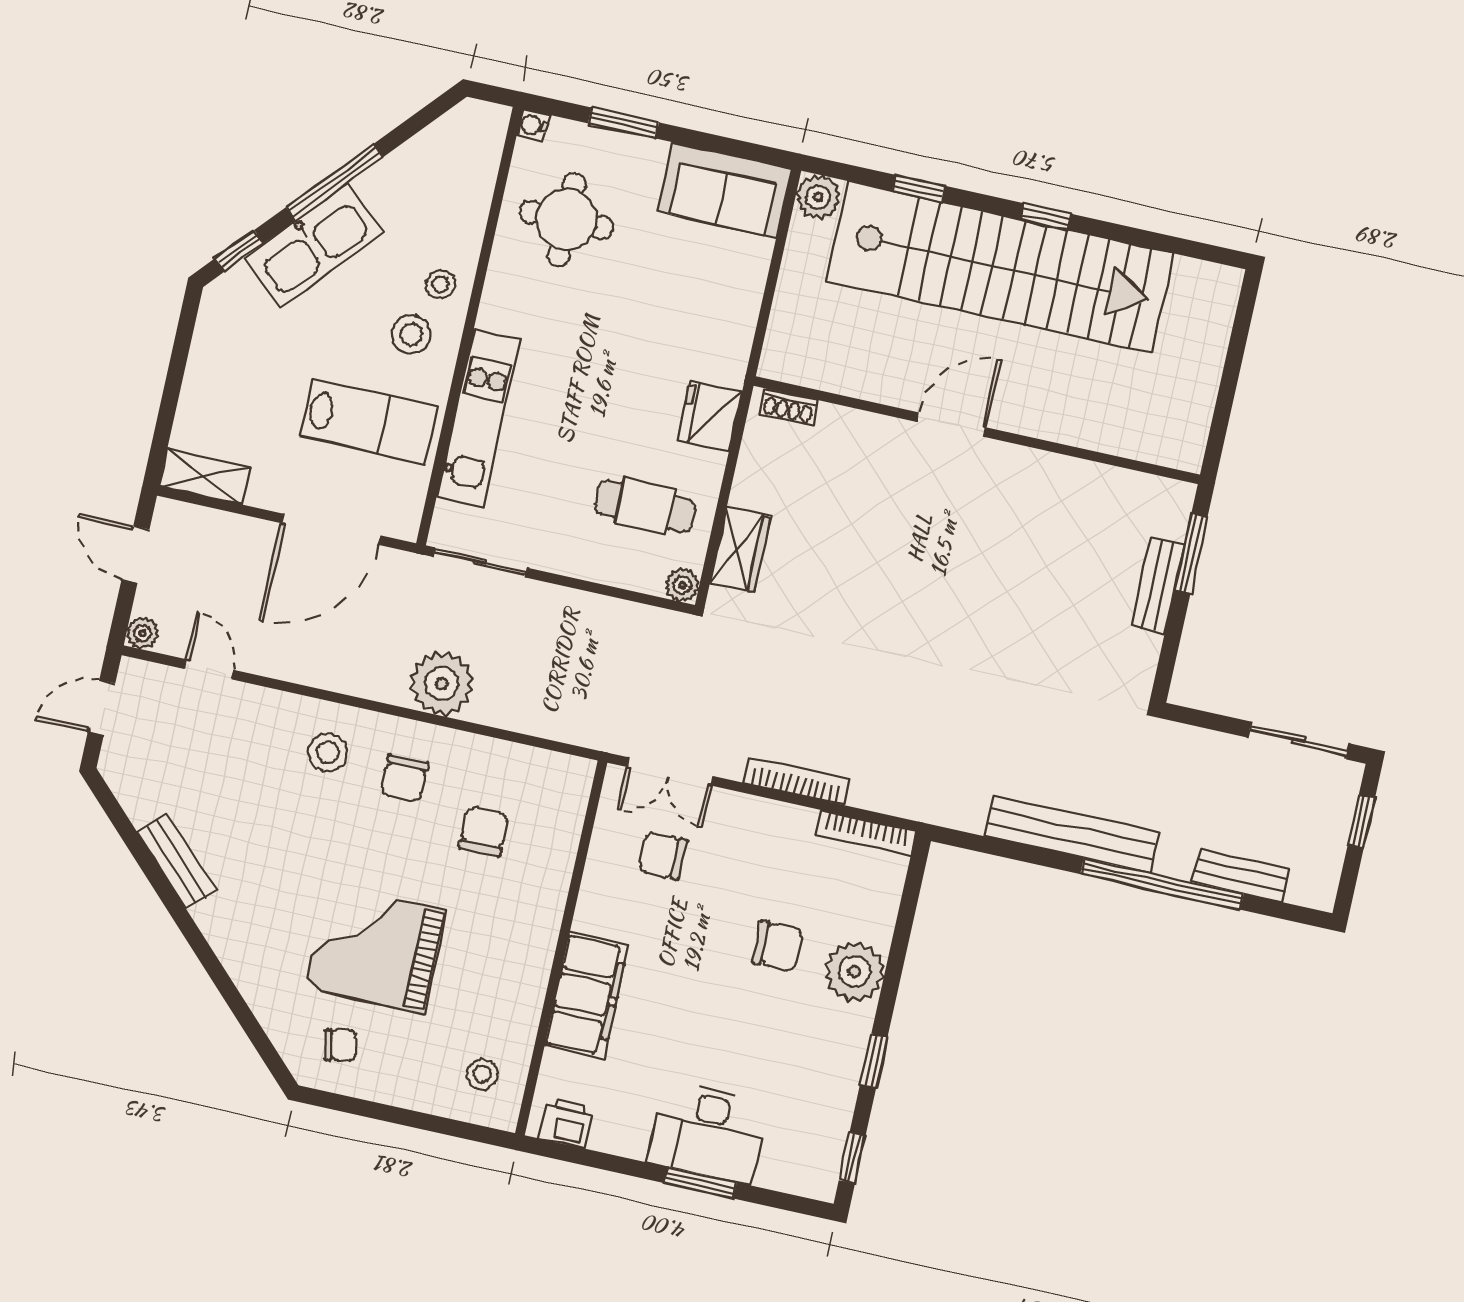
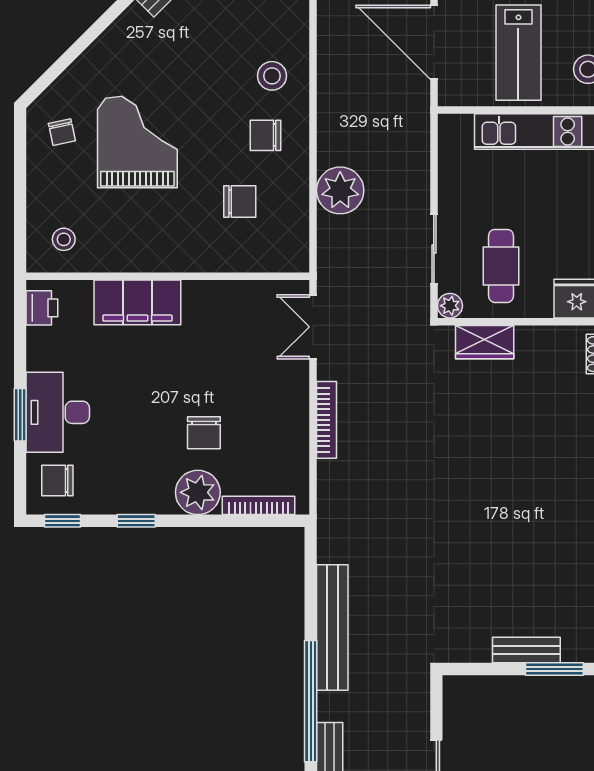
sliding door: (480, 562) -> (434, 249), moved
plant: (442, 683) -> (340, 190), moved
bookcase: (866, 833) -> (259, 505), moved, turned 90
chair: (663, 856) -> (57, 481), moved, turned -90

